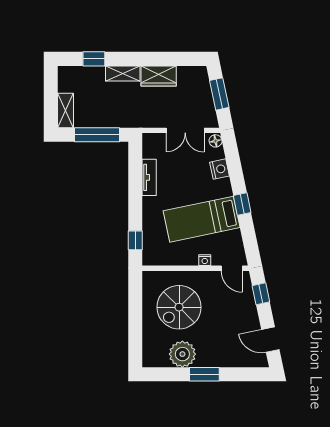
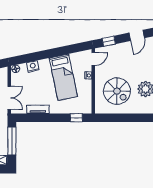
double door: (185, 130) -> (9, 98), moved
window: (242, 204) -> (54, 53), removed

